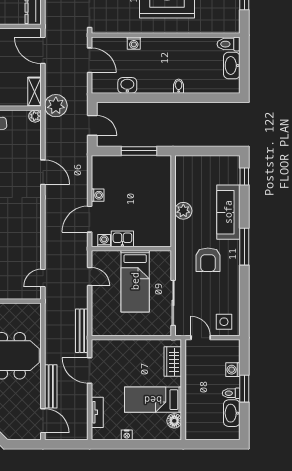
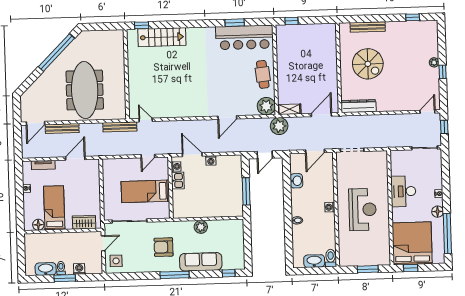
washing machine: (134, 43) -> (330, 207), moved
plant: (35, 116) -> (266, 106), width x1.87, depth x1.87
bench: (82, 331) -> (120, 127), moved

